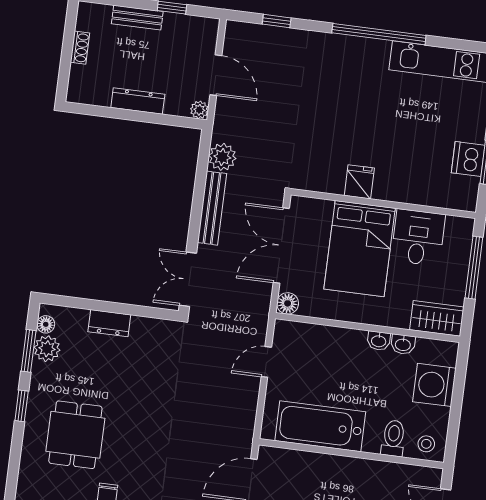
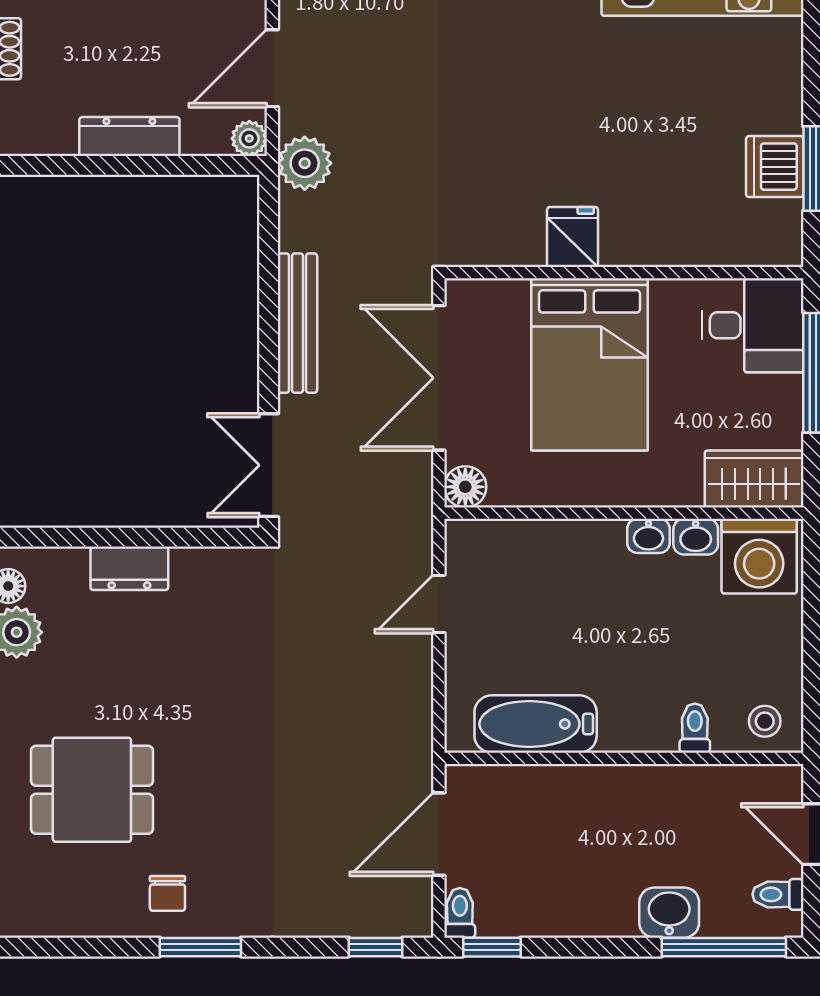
door: (216, 75) -> (272, 68), swing flipped
plant: (222, 157) -> (305, 163), moved
desk: (418, 238) -> (753, 325), moved, turned 90
washing machine: (434, 385) -> (759, 556), moved, turned -90
bathtub: (320, 426) -> (536, 724), width x0.73, depth x0.73
dining table: (75, 435) -> (92, 790), turned 90
toilet: (393, 438) -> (695, 728), width x0.73, depth x0.72

